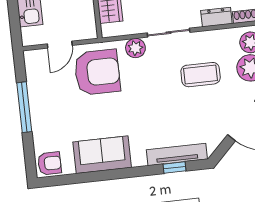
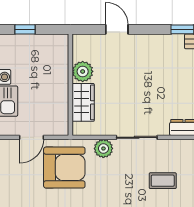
coffee table: (201, 75) -> (163, 181), width x0.73, depth x0.77

